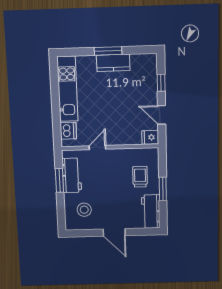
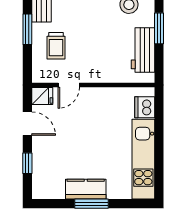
door: (97, 148) -> (69, 85), moved
window: (59, 180) -> (159, 28), moved

